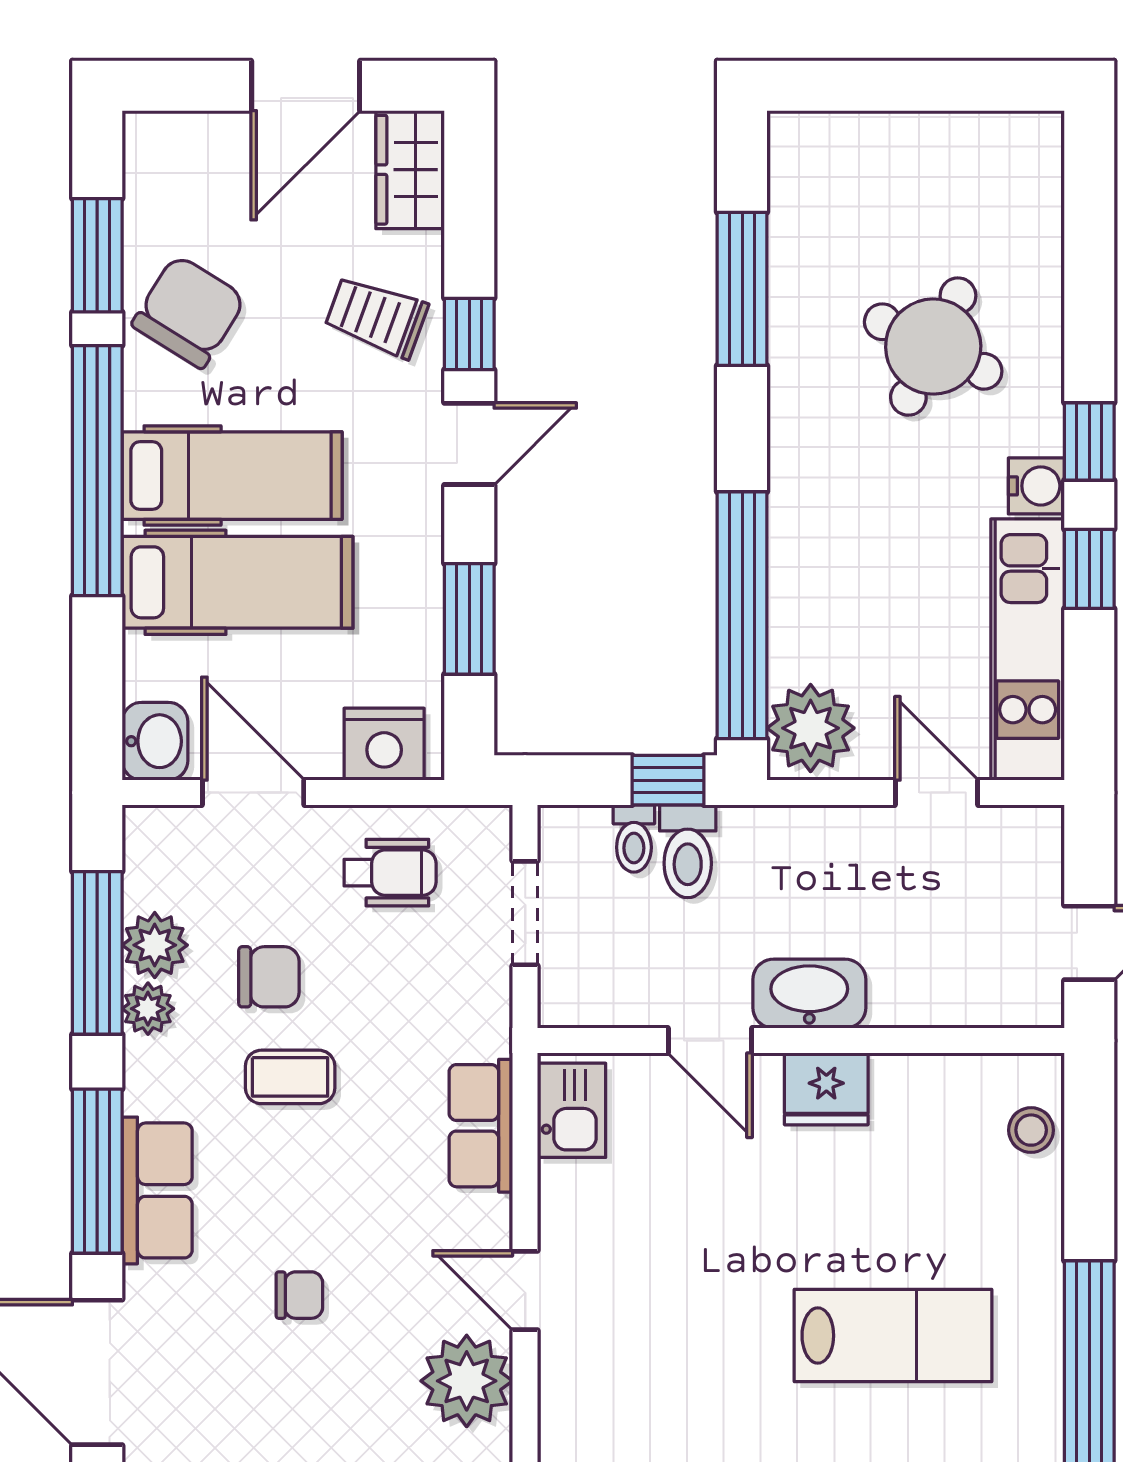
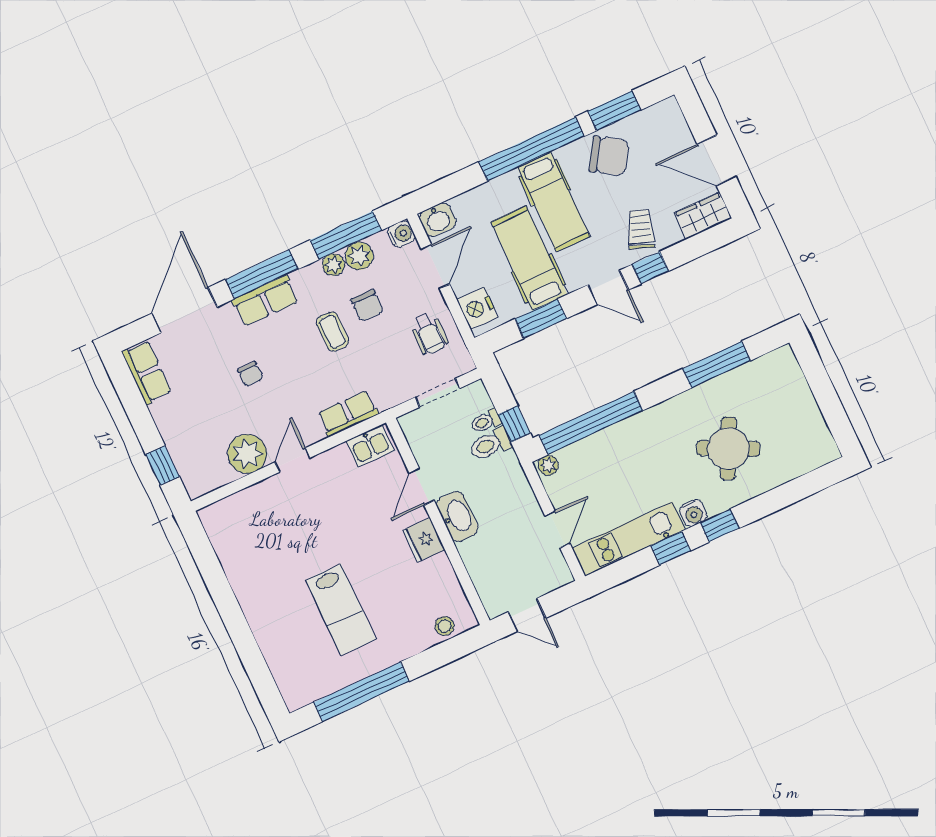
hospital bed: (238, 582) -> (529, 258), moved, turned 180
plant: (811, 728) -> (548, 465), width x0.53, depth x0.53
water cooler: (150, 833) -> (401, 234), added

